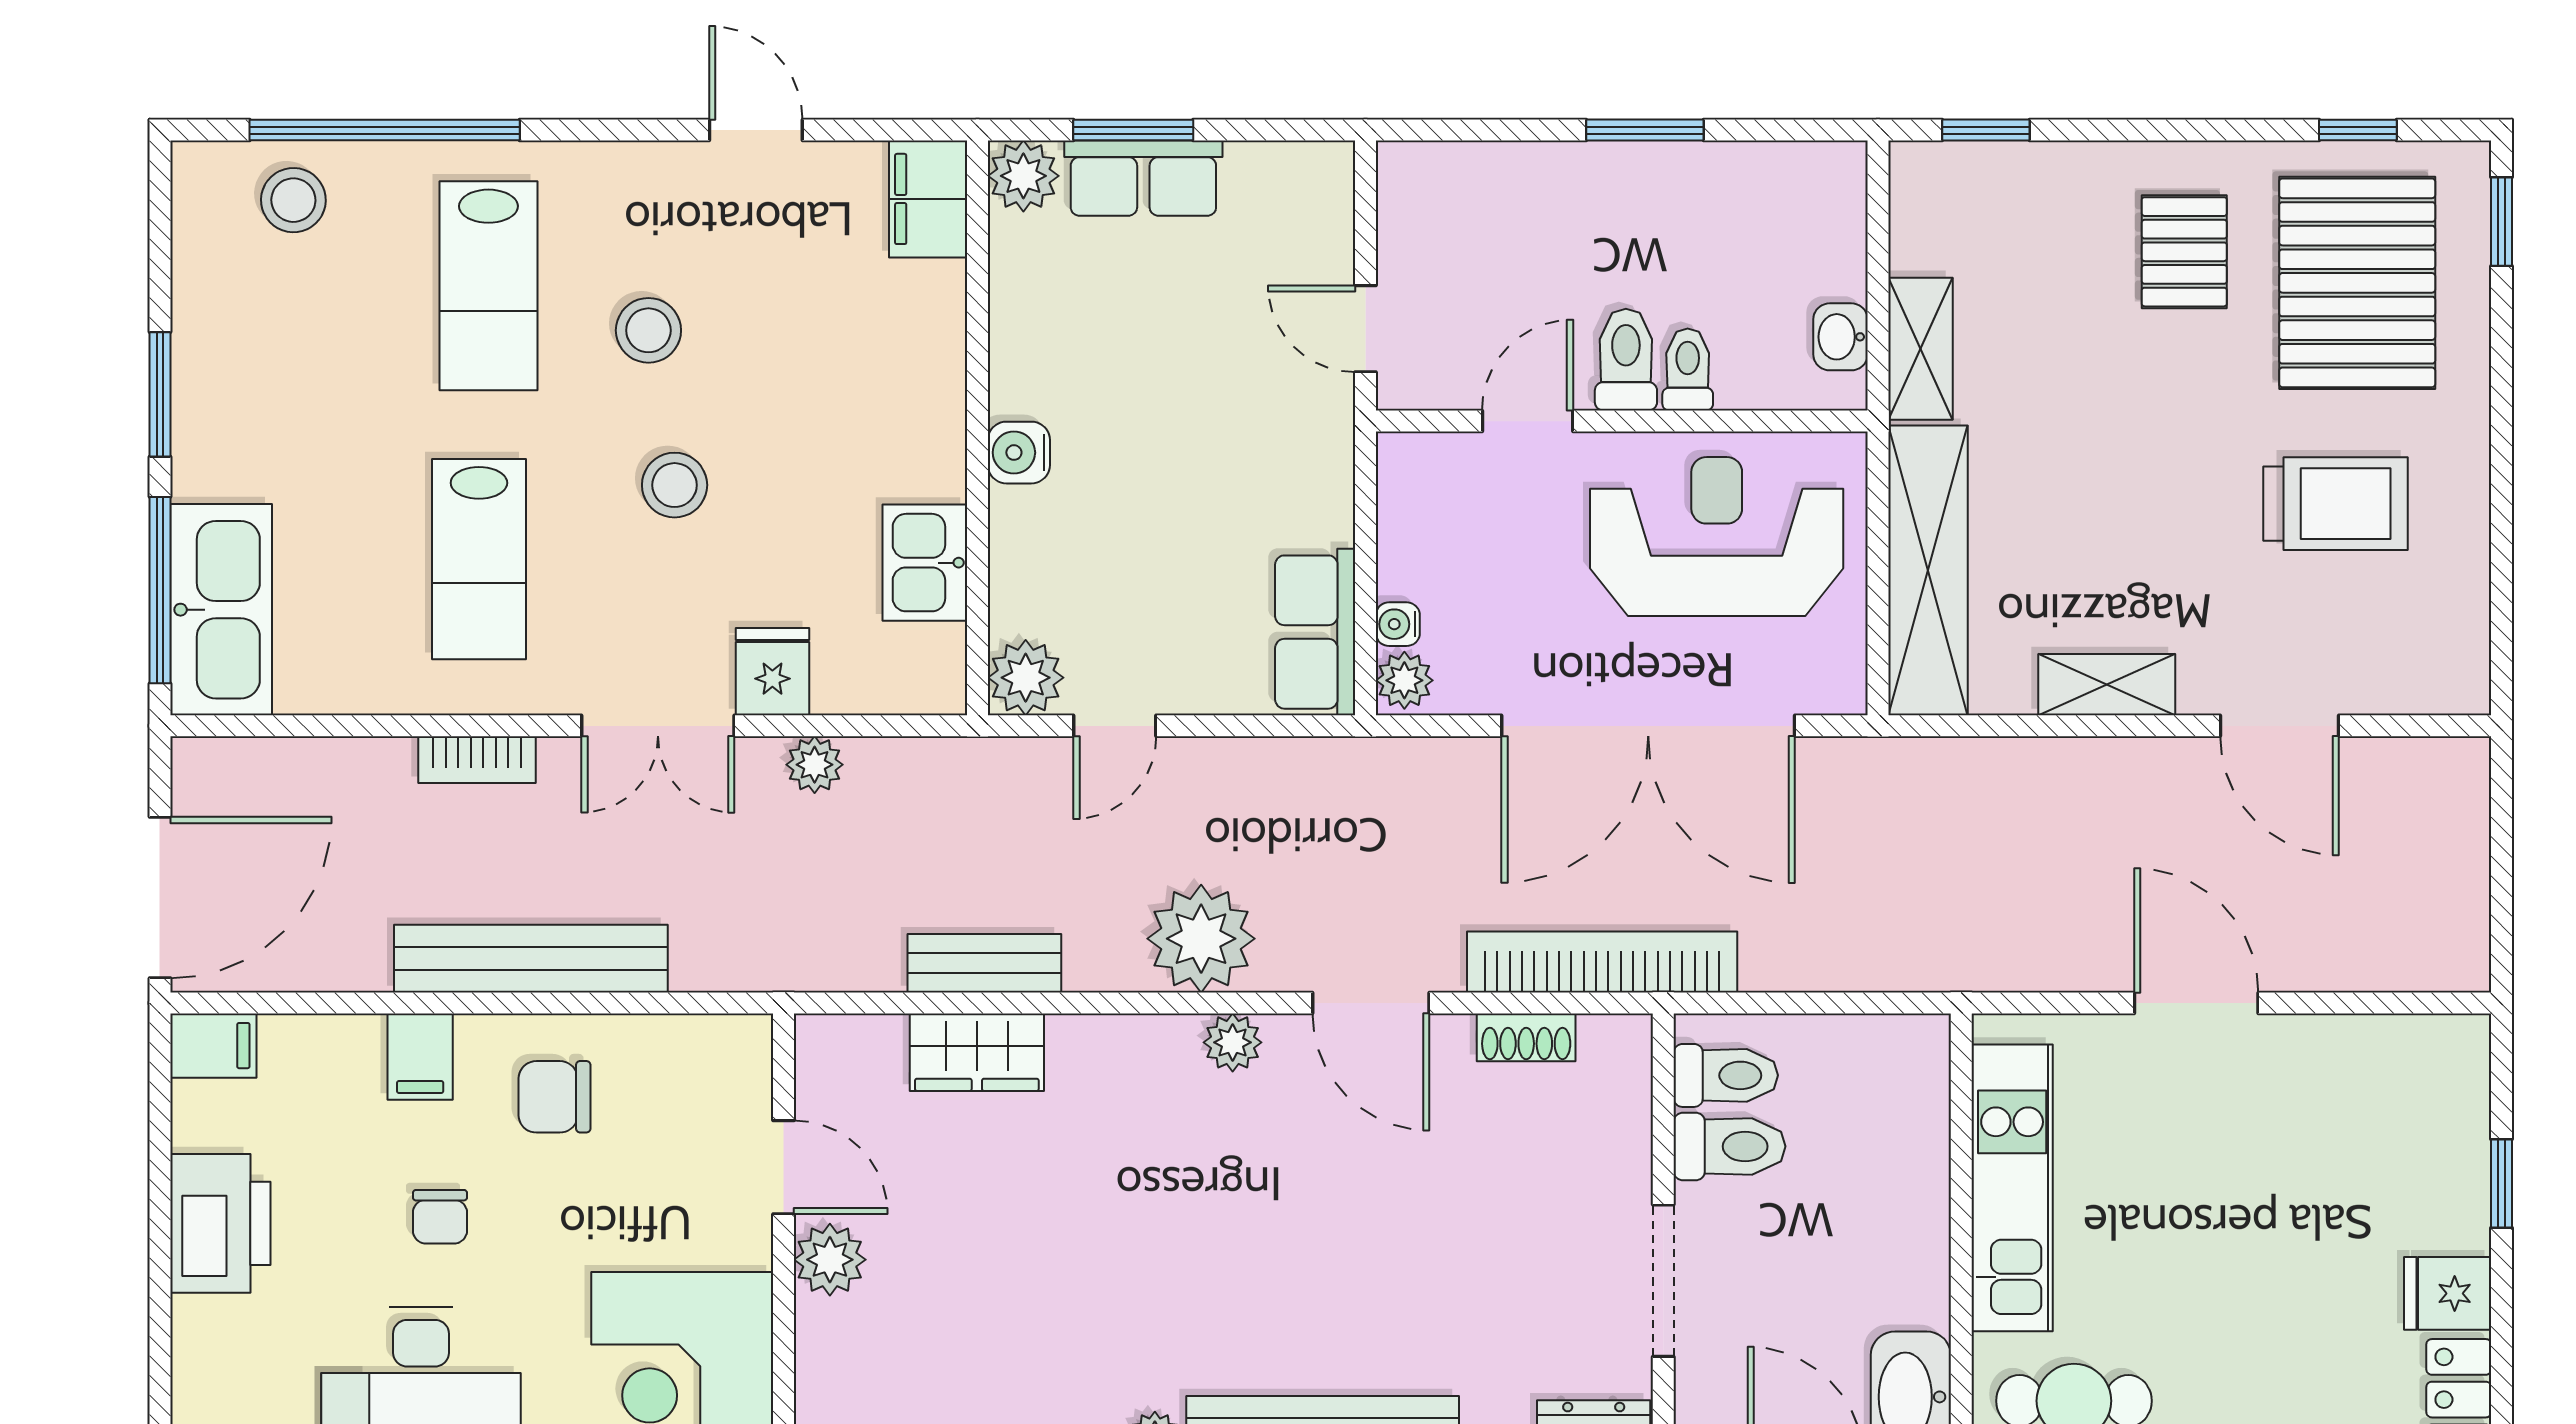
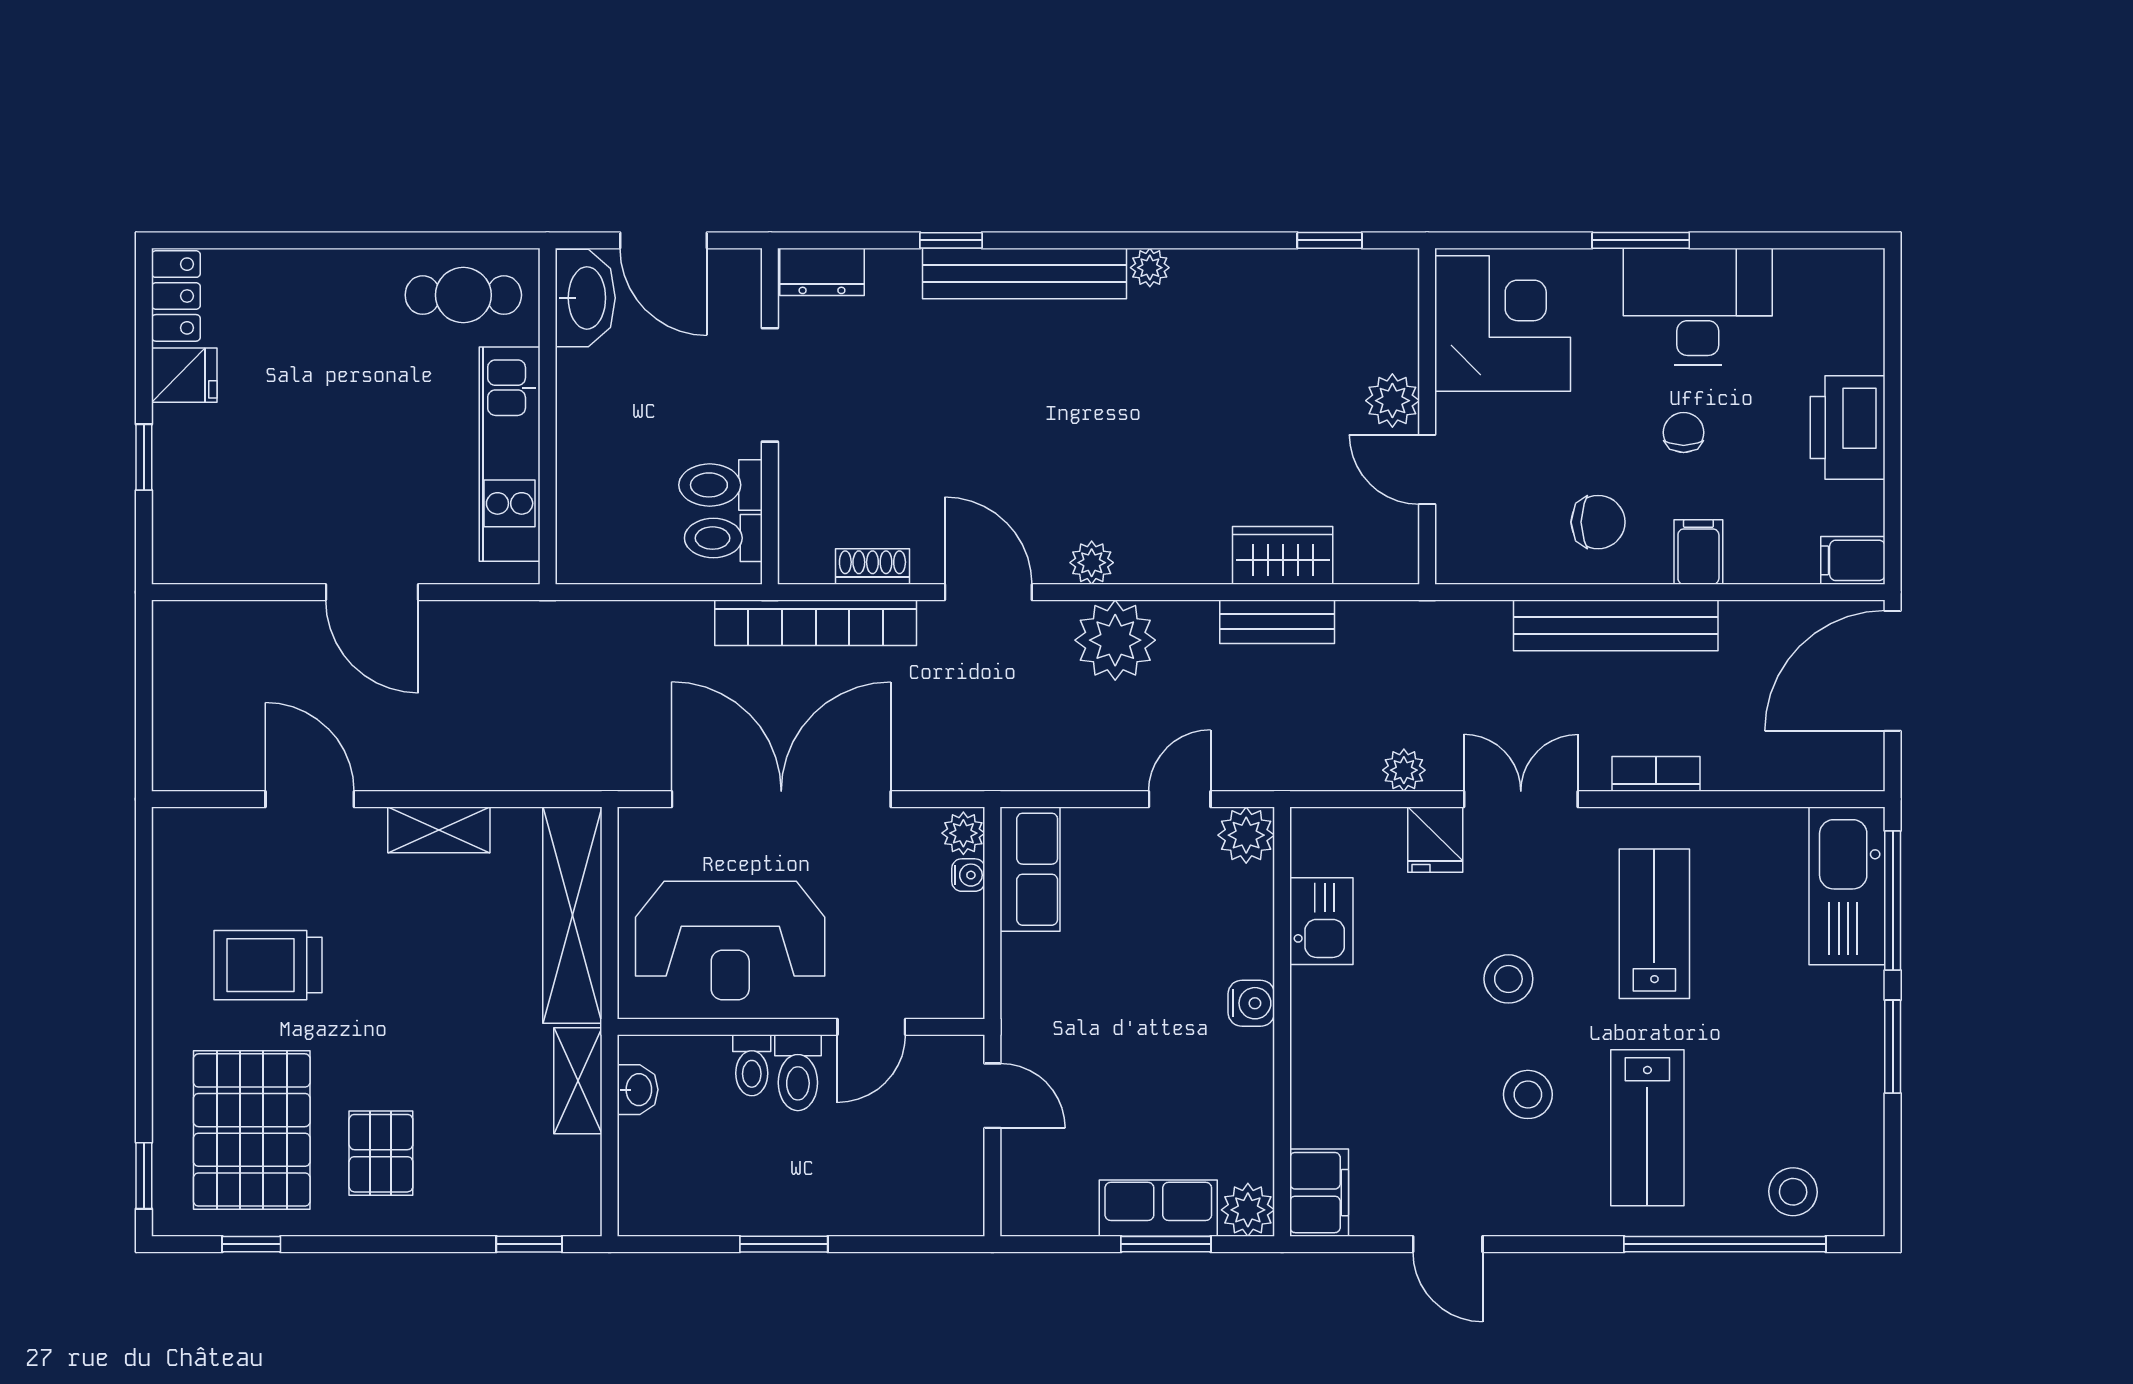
lab bench: (488, 286) -> (1647, 1128), turned 180

